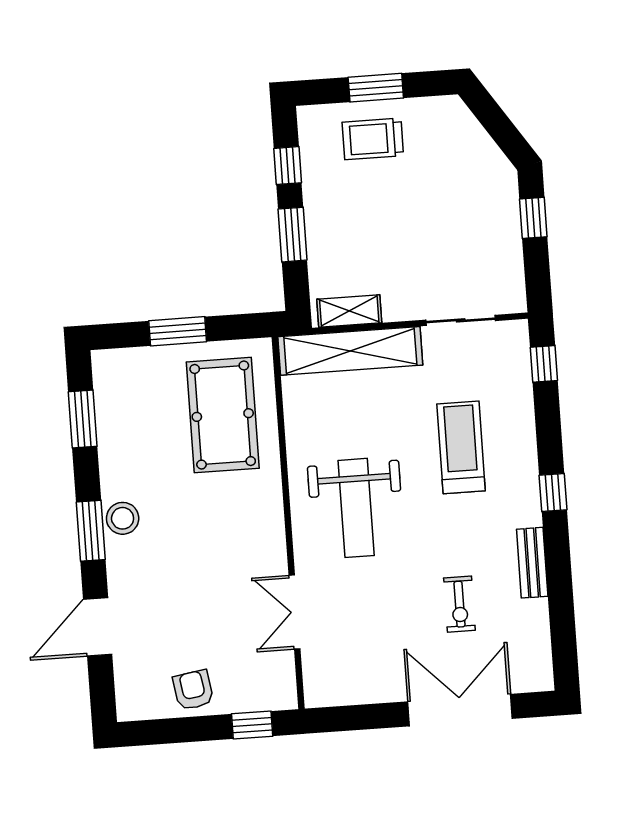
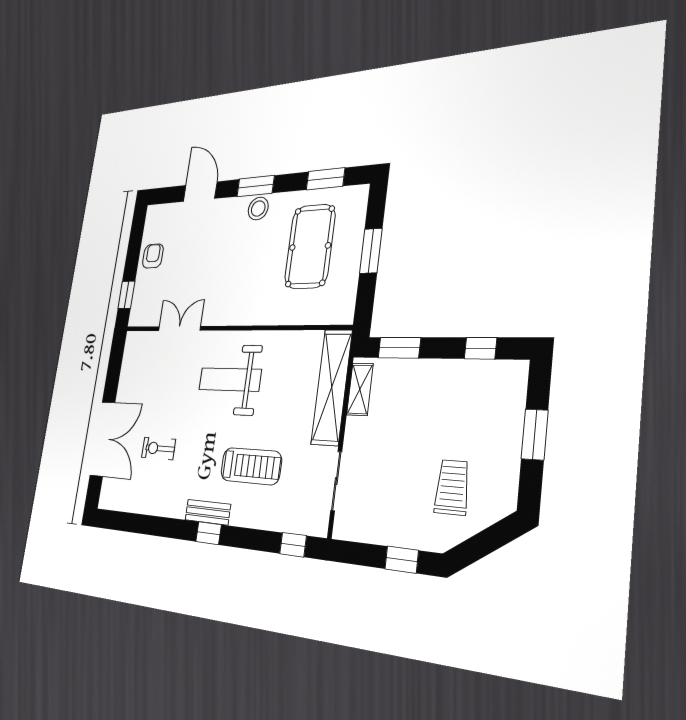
trolley: (373, 139) -> (452, 487), moved
window: (293, 235) -> (399, 348), moved
pool table: (223, 415) -> (310, 246), moved, turned 90
bench: (532, 563) -> (208, 512), moved
armchair: (193, 690) -> (153, 256), turned -81

